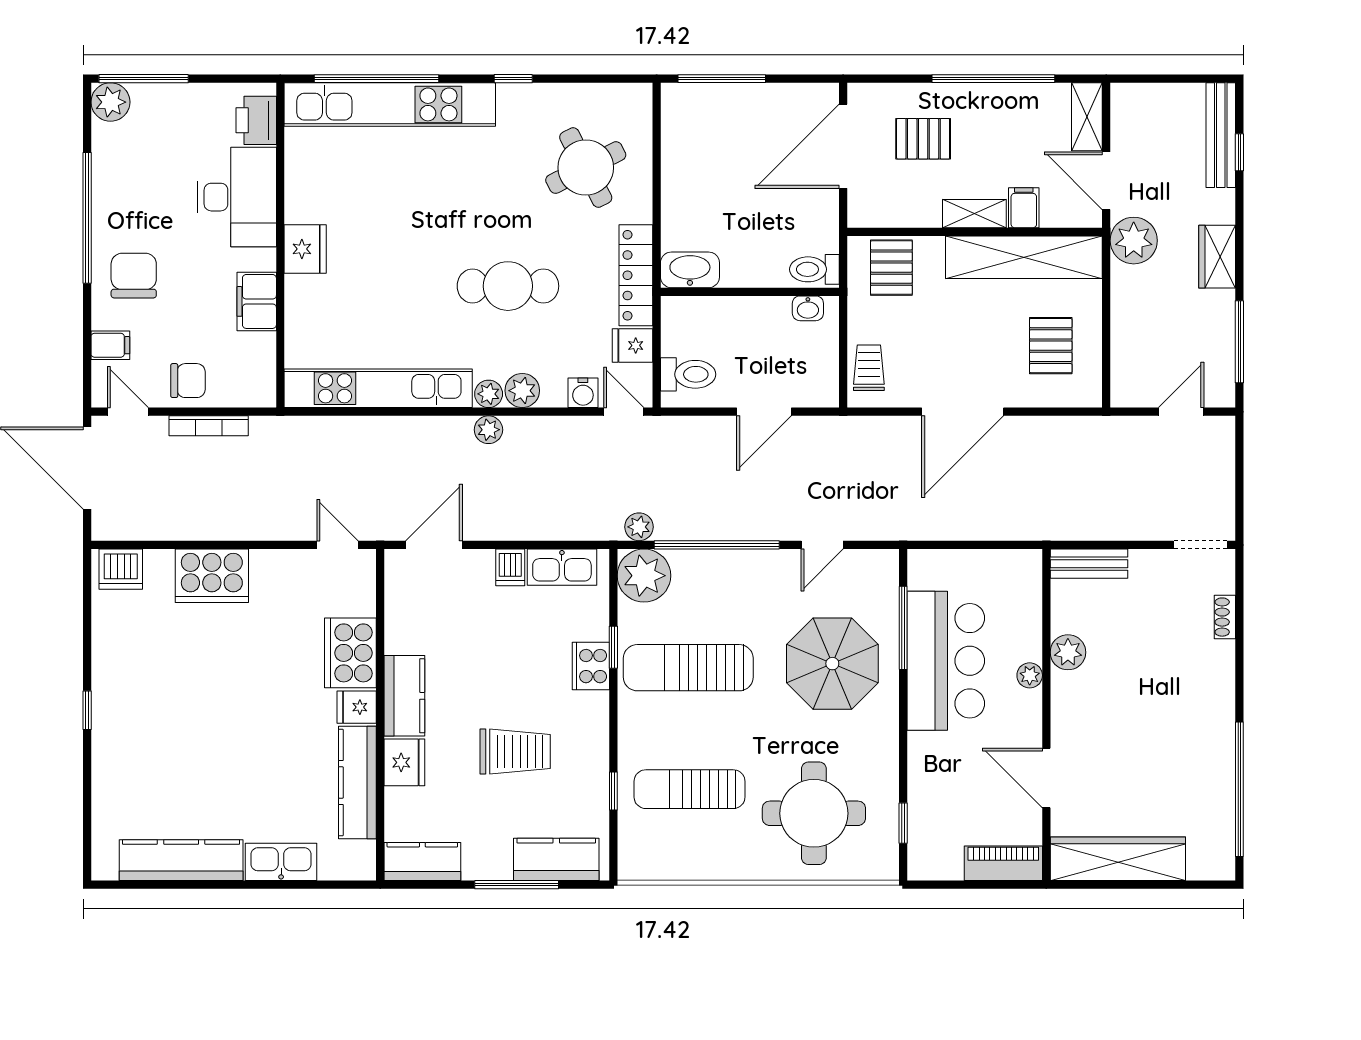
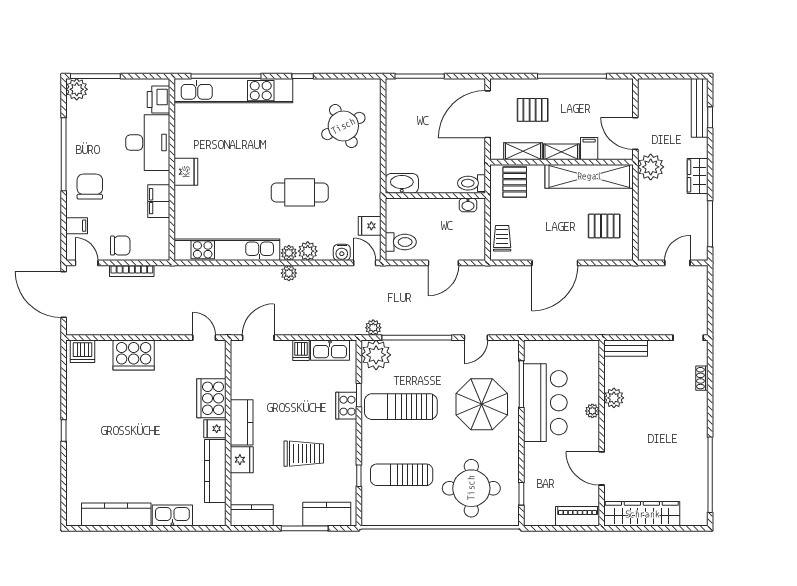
shelving: (1087, 117) -> (523, 151), moved, turned 90
locker: (636, 275) -> (371, 186), removed
pallet: (1051, 346) -> (604, 226), turned 90

